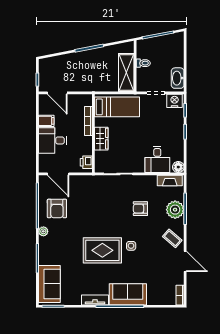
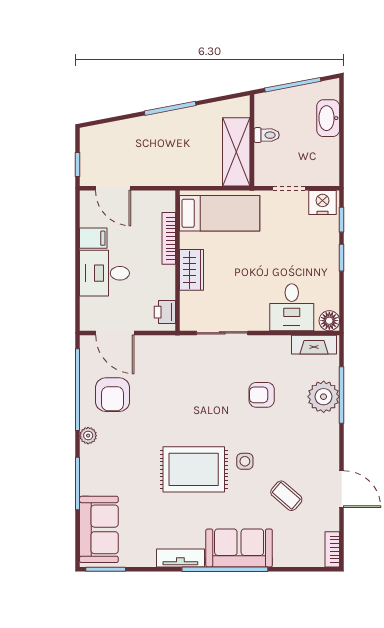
washbasin: (178, 78) -> (328, 118), moved
coffee table: (172, 238) -> (286, 496), moved

